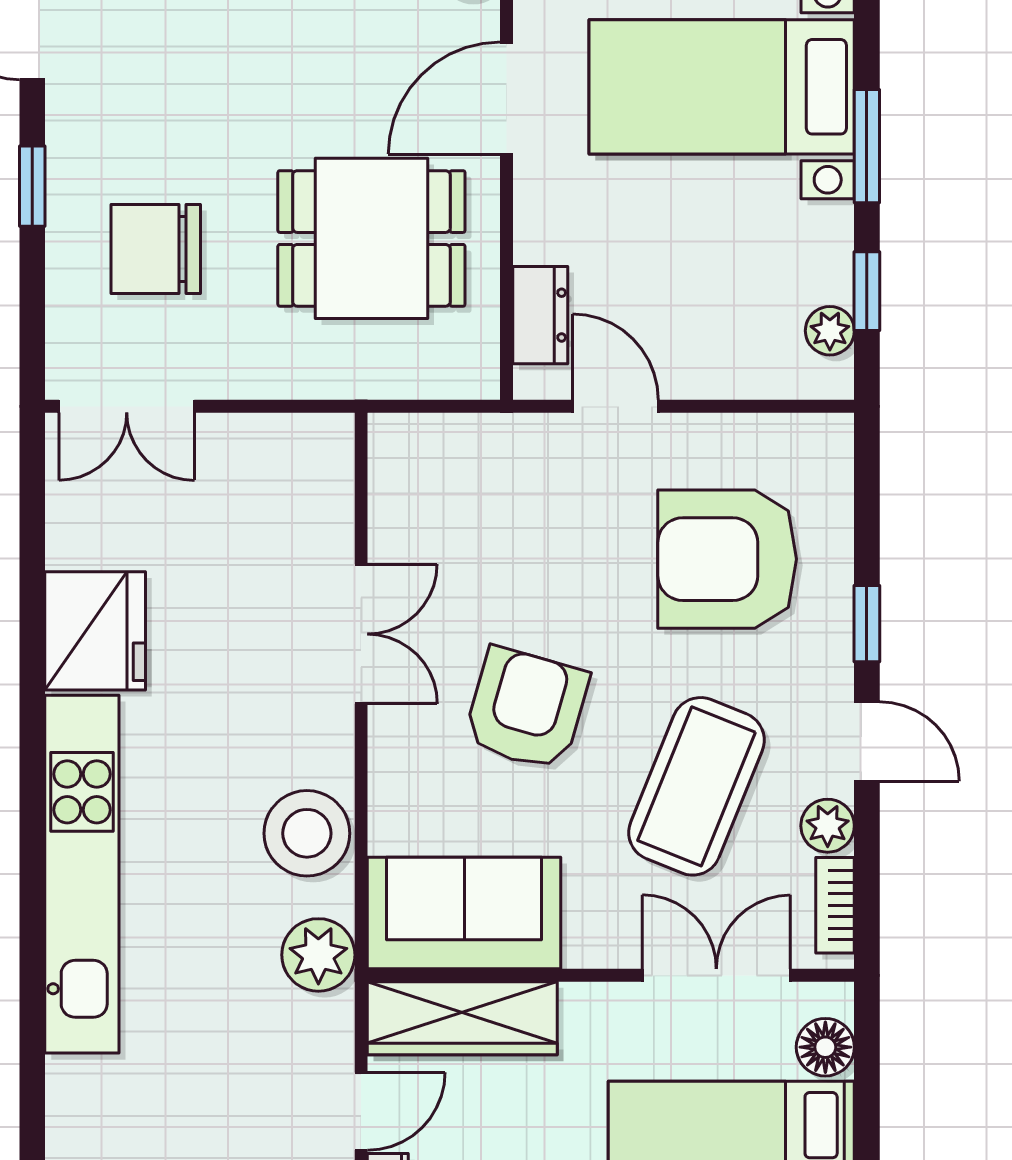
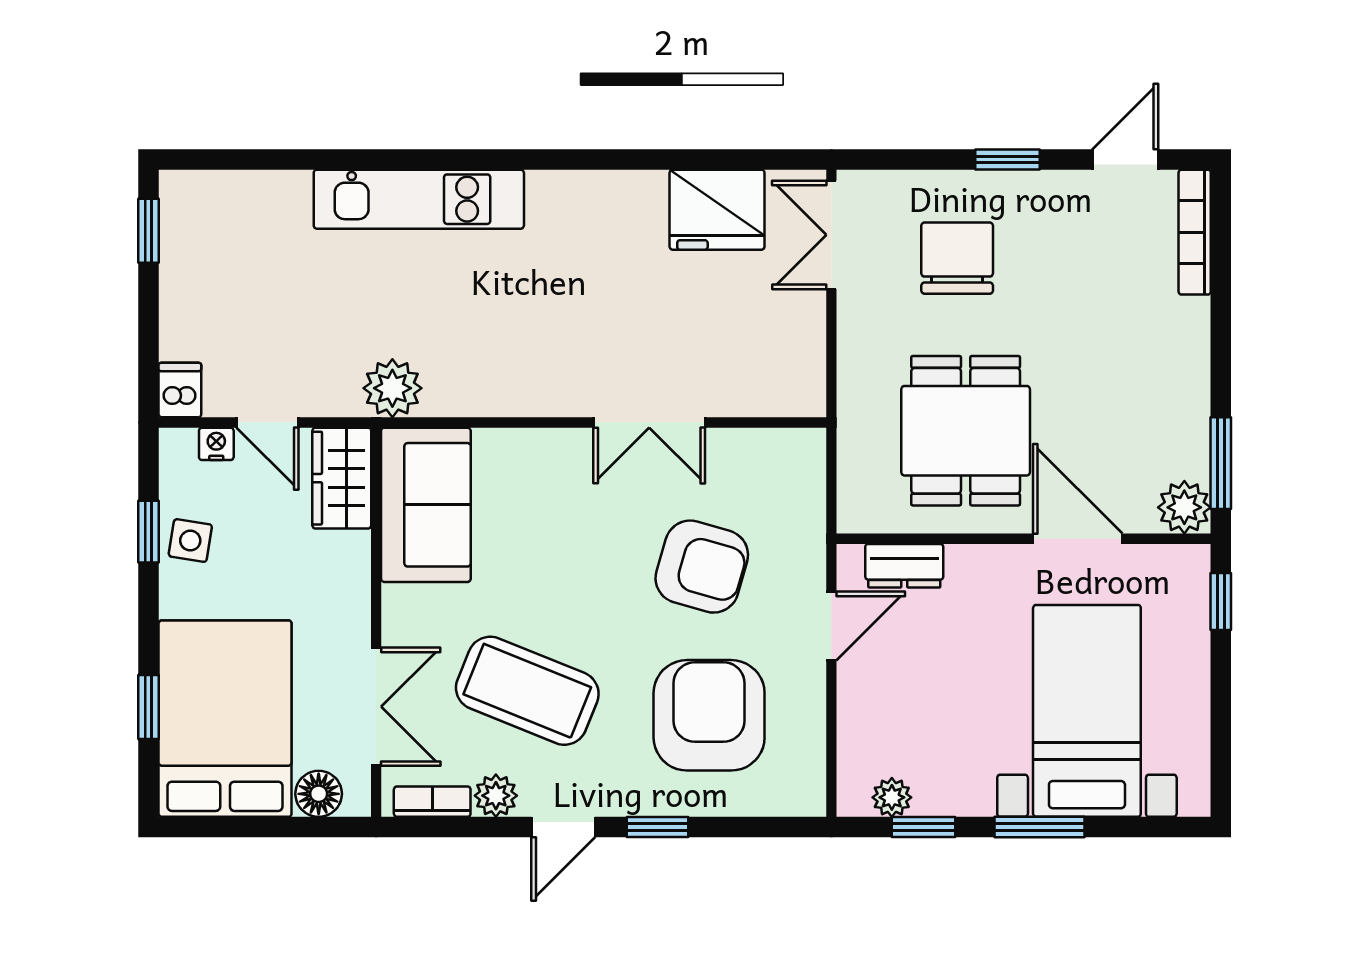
fridge: (95, 631) -> (717, 210), moved
armchair: (526, 709) -> (702, 567), moved
stool: (307, 833) -> (490, 379), removed
kitchen unit: (82, 874) -> (419, 199), width x0.73
wardrobe: (462, 1018) -> (342, 478), width x0.67

